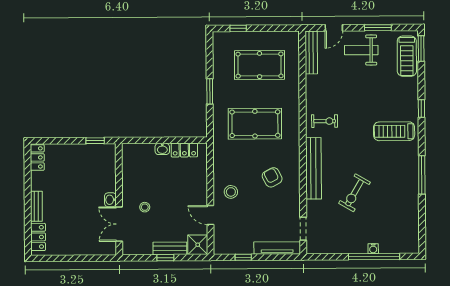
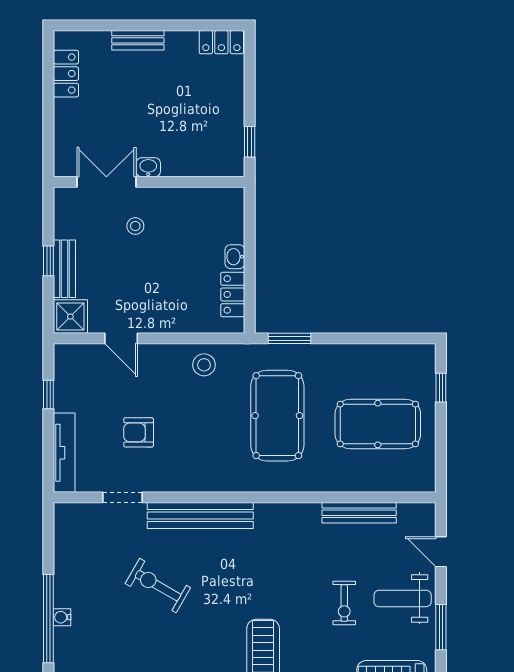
weight bench: (361, 50) -> (403, 598), turned -90
bench: (311, 52) -> (359, 513), moved
pool table: (260, 65) -> (378, 424), turned 90
window: (210, 91) -> (290, 338), moved
exercise bike: (325, 121) -> (344, 603), moved
armchair: (272, 177) -> (139, 432), moved, turned -152
stool: (231, 192) -> (204, 365), moved
door: (210, 215) -> (121, 338), swing flipped
doorway: (303, 229) -> (122, 497), moved
locker: (38, 237) -> (66, 74), moved, turned -90

